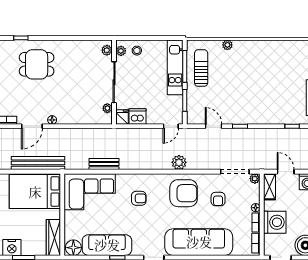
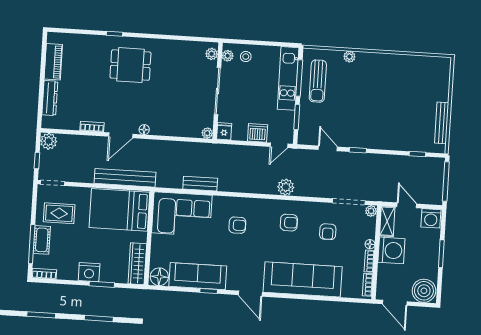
sun lounger: (201, 68) -> (318, 81), turned 180
plant: (107, 108) -> (207, 133), moved
dishwasher: (138, 117) -> (258, 133), moved
armchair: (184, 193) -> (289, 223), width x0.53, depth x0.53
washing machine: (275, 222) -> (391, 250), moved

